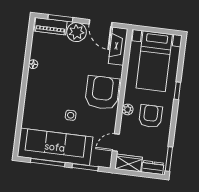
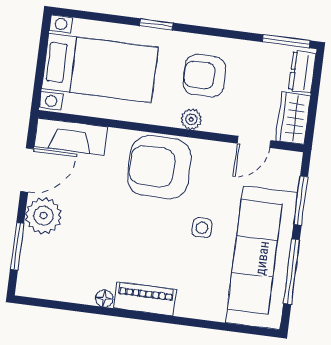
piano: (51, 26) -> (145, 299), moved, turned -90
door: (116, 142) -> (254, 142), hinge flipped

